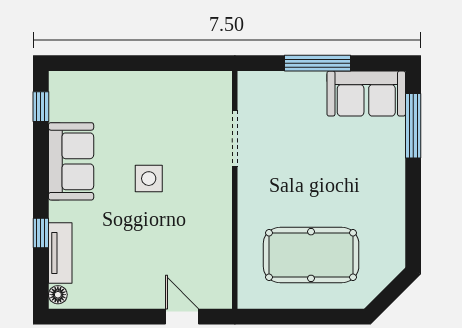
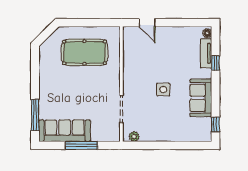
plant: (209, 82) -> (134, 137), added
sofa: (366, 94) -> (65, 131), width x1.36

